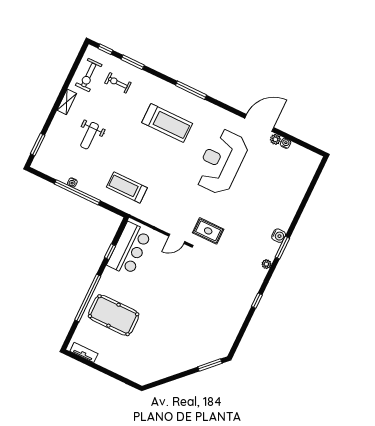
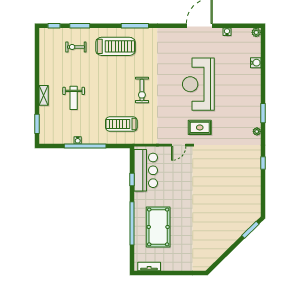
exercise bike: (89, 75) -> (142, 90), moved
shelving: (67, 102) -> (44, 95), moved
treadmill: (167, 123) -> (116, 46), moved
plant: (275, 139) -> (256, 32), moved
reception desk: (221, 162) -> (198, 84), moved
water cooler: (279, 236) -> (256, 63), moved
pool table: (114, 315) -> (158, 227), turned 90

